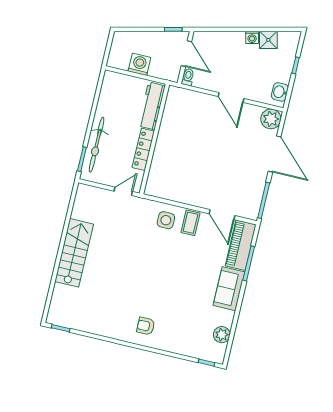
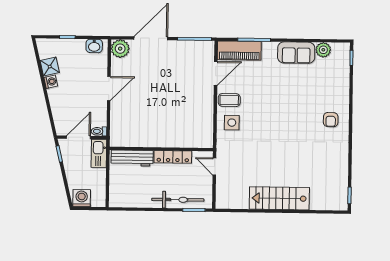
washing machine: (139, 64) -> (82, 198), moved, turned 90
kitchen sink: (164, 72) -> (99, 153), added
sofa: (229, 289) -> (296, 53), moved

